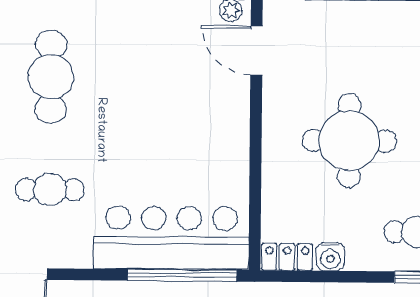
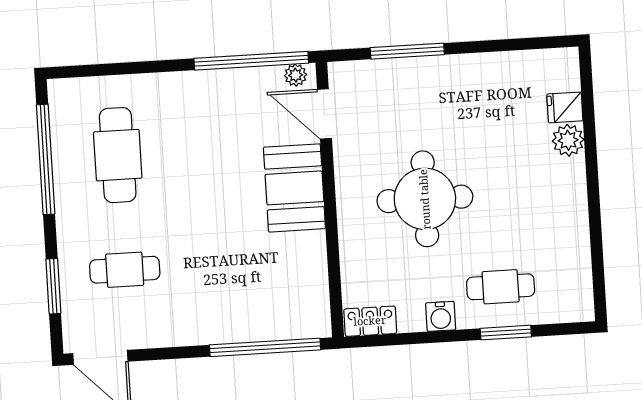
booth: (222, 121) -> (294, 188), added
bar counter: (171, 238) -> (251, 310), removed
water cooler: (330, 257) -> (441, 316), moved

